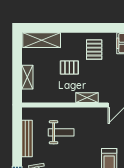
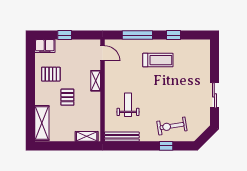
shelving: (27, 77) -> (87, 136), moved
bench: (27, 138) -> (122, 137), moved

